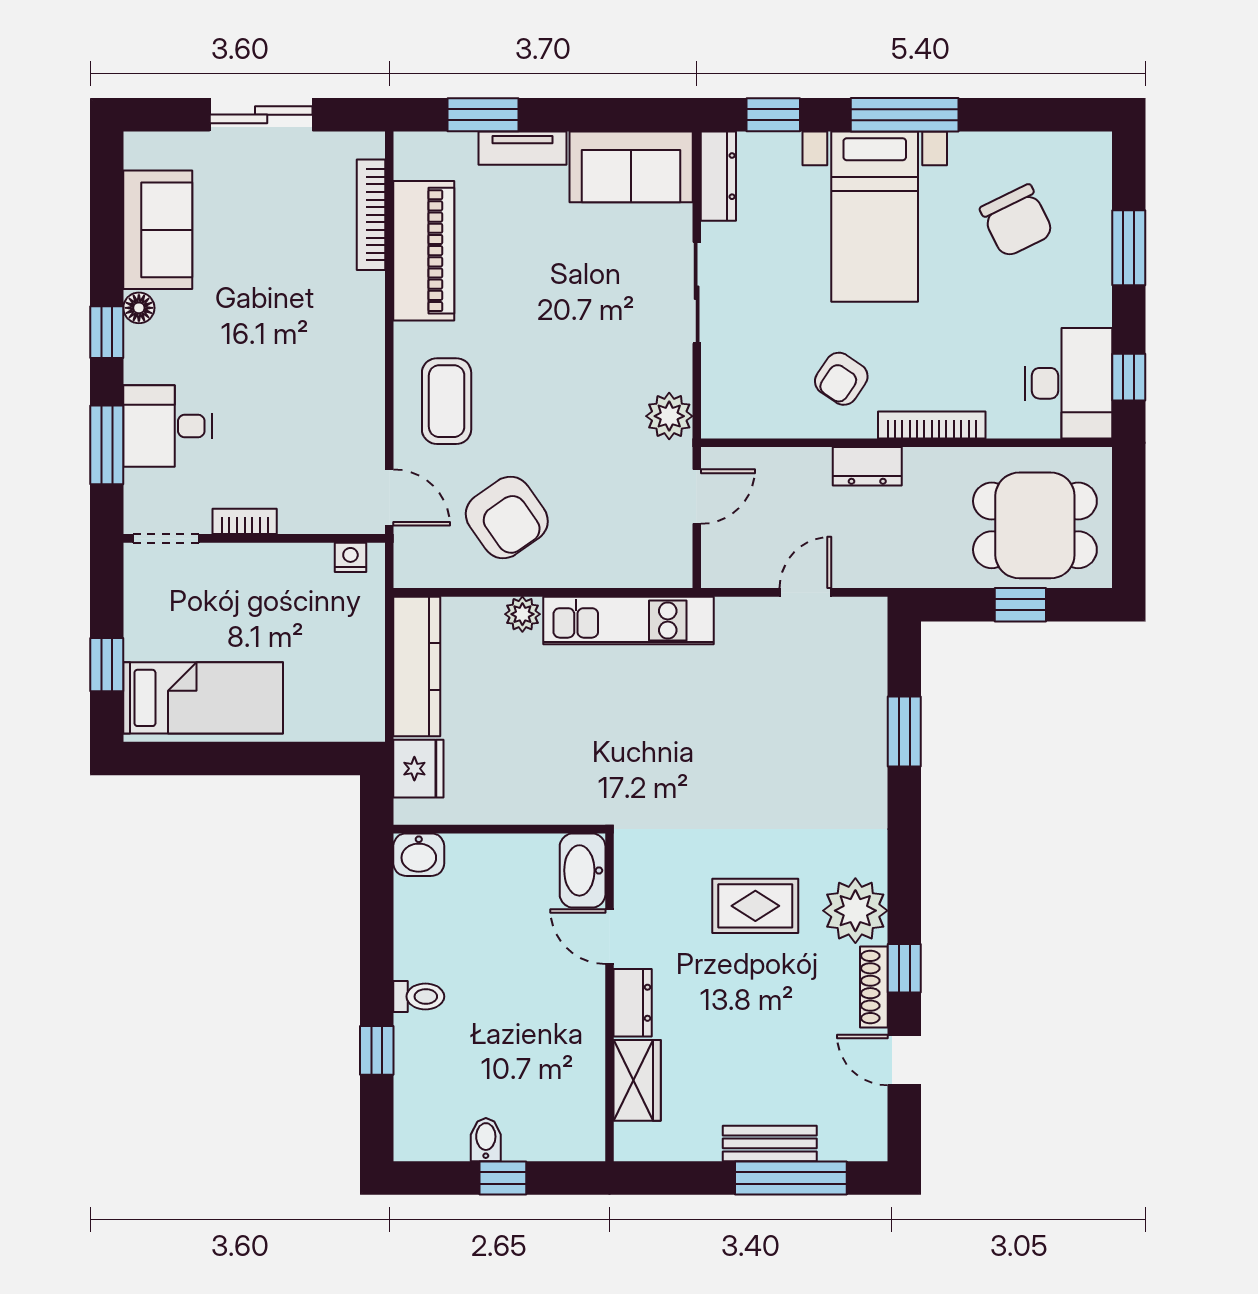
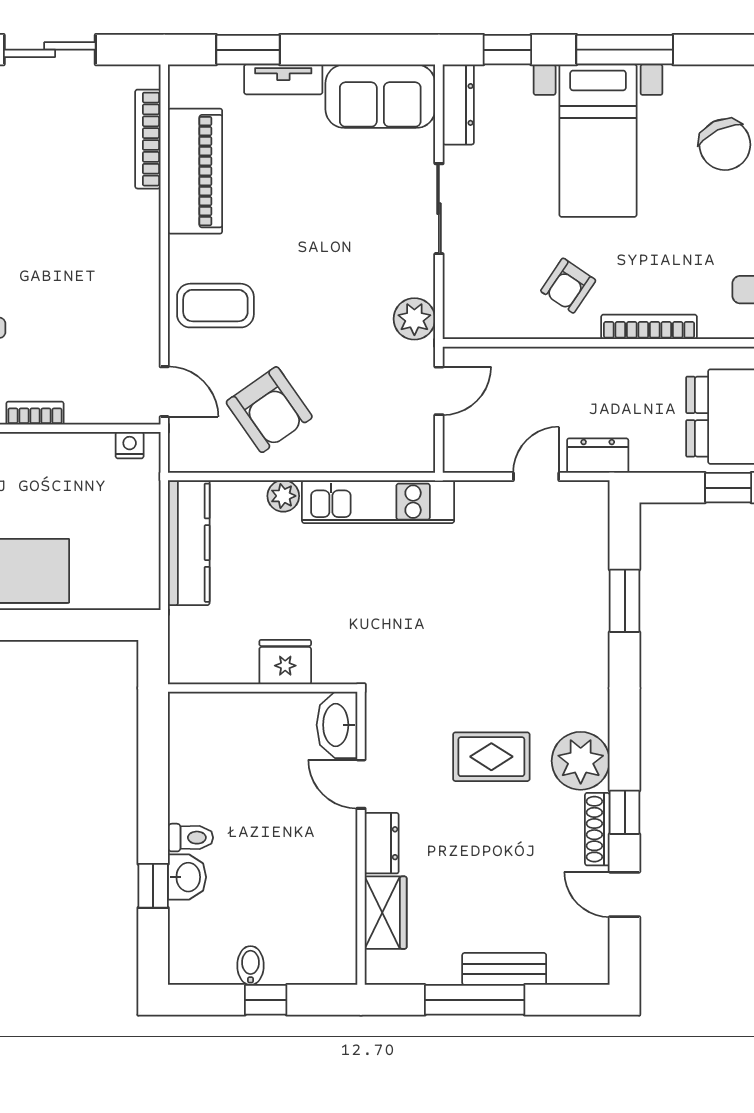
coffee table: (447, 401) -> (215, 306), turned 90
dresser: (867, 466) -> (598, 456), moved, turned 180
fridge: (418, 769) -> (285, 662), moved, turned -90
washbasin: (419, 855) -> (187, 877), moved, turned -90
window: (791, 1178) -> (475, 1000), moved

